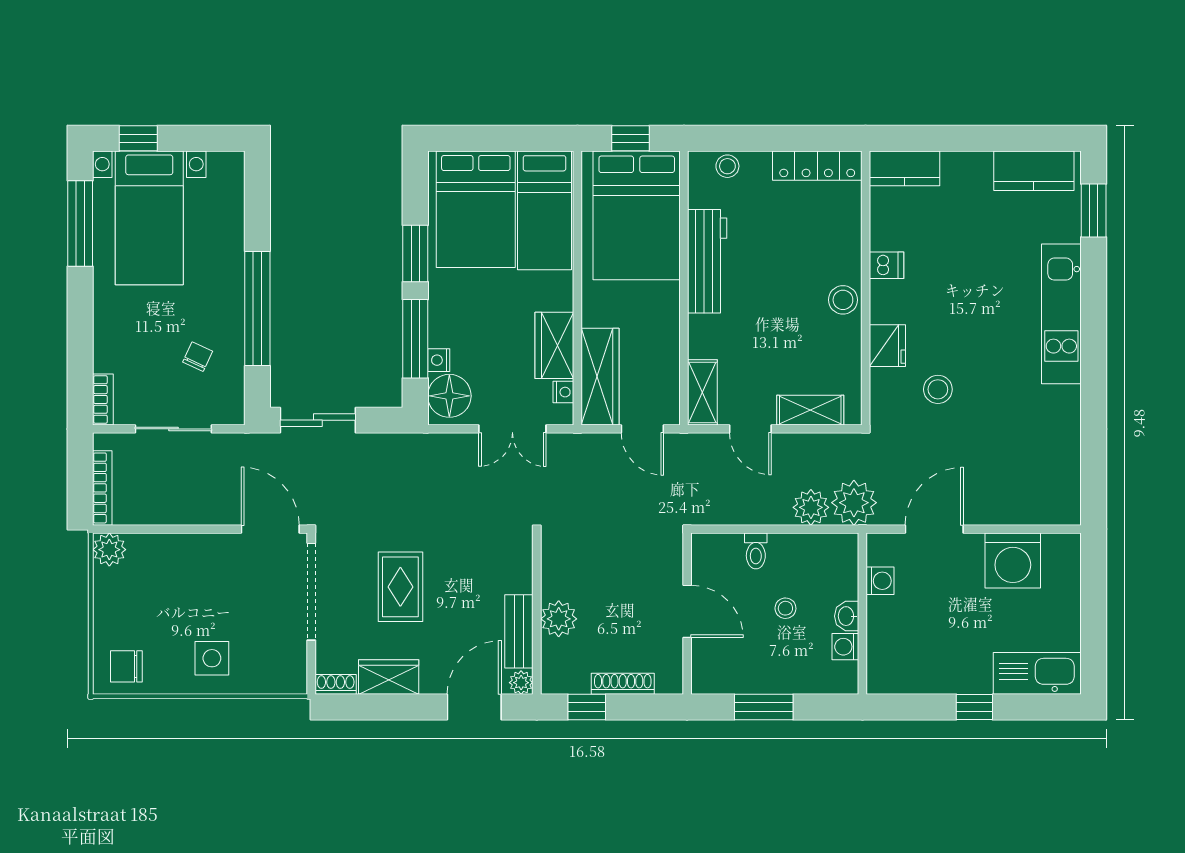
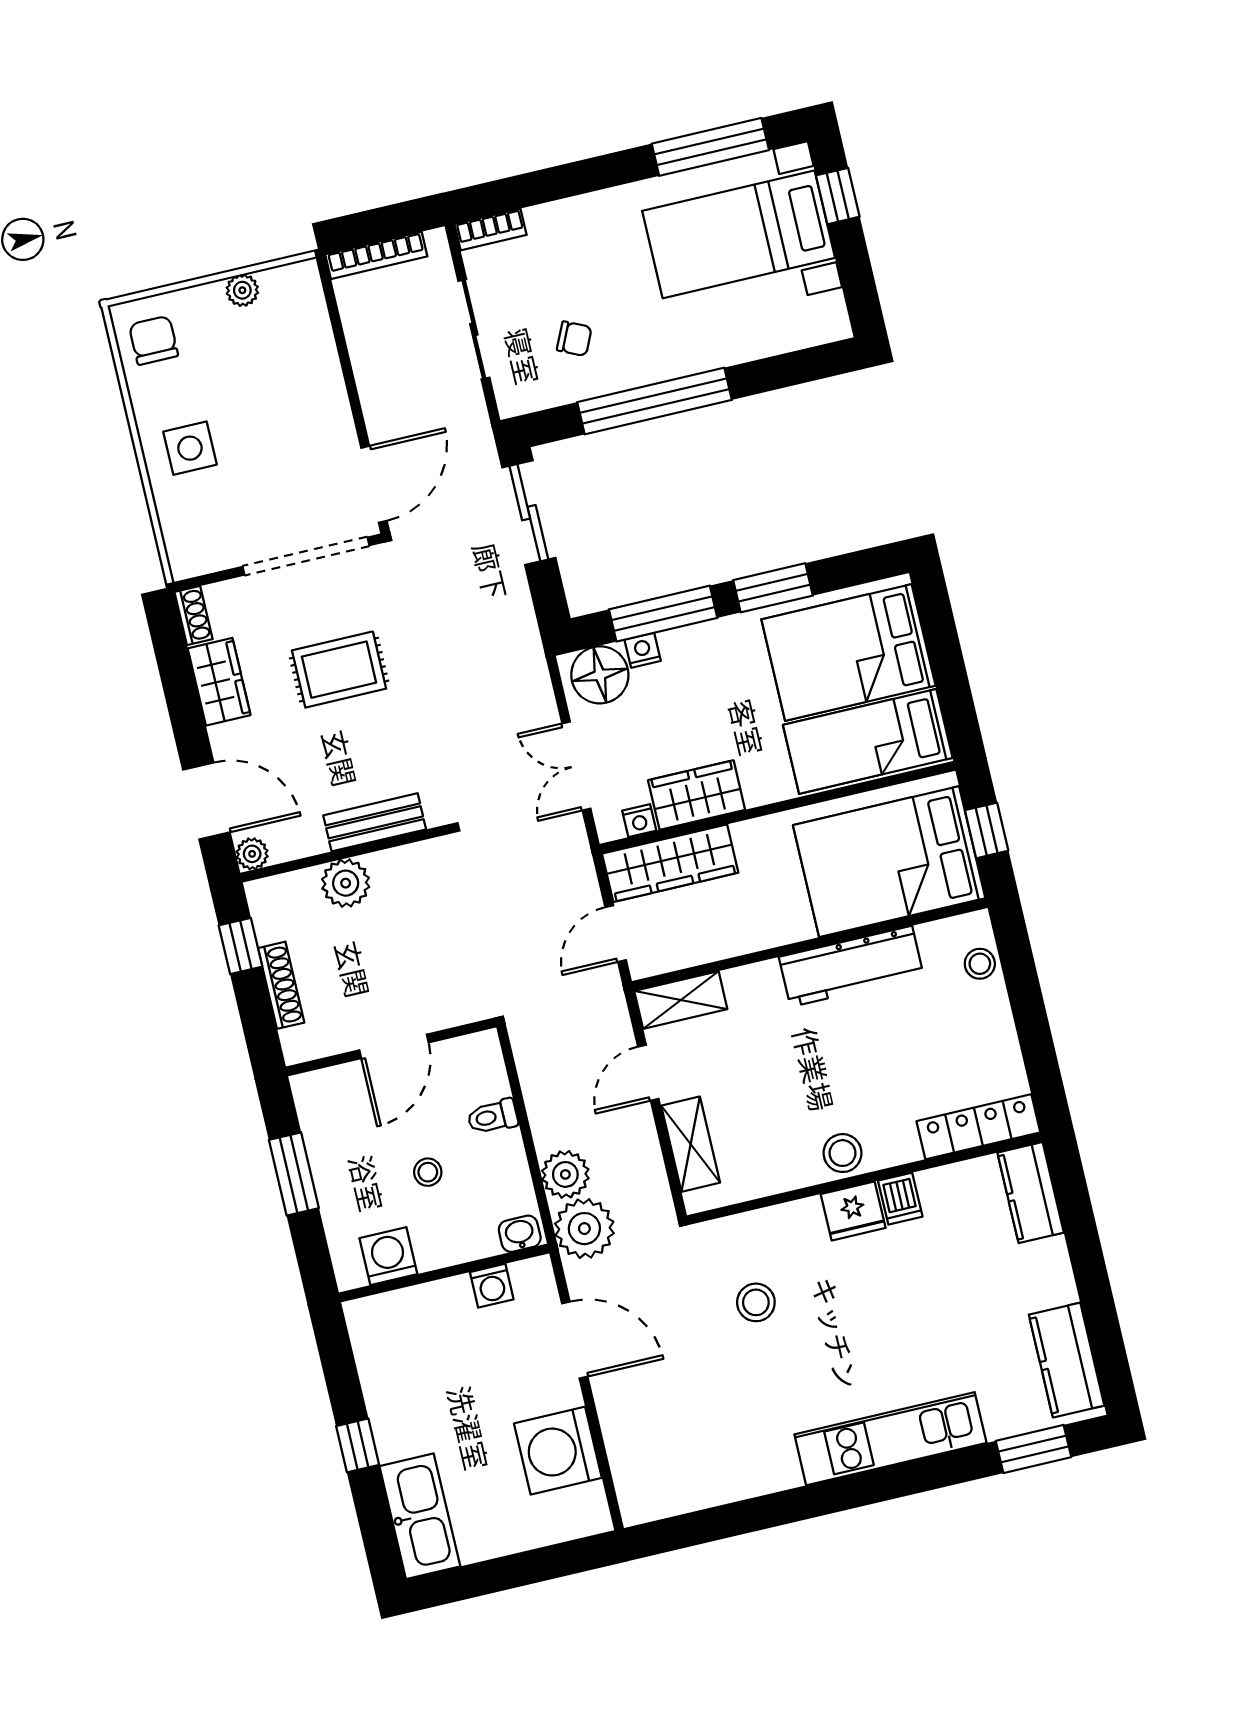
locker: (817, 166) -> (978, 1127), moved, turned 90
fridge: (887, 346) -> (853, 1211), moved
plant: (109, 550) -> (242, 290), moved, width x0.73, depth x0.73
washbasin: (847, 616) -> (520, 1234), moved
bench: (519, 631) -> (375, 822), moved
washing machine: (845, 647) -> (388, 1256), width x1.38, depth x1.38

